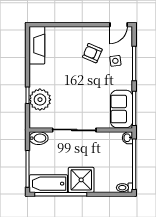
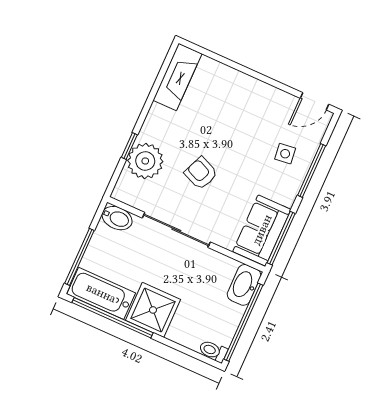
armchair: (92, 53) -> (201, 173), moved
washbasin: (127, 138) -> (244, 285), width x1.91, depth x1.45

